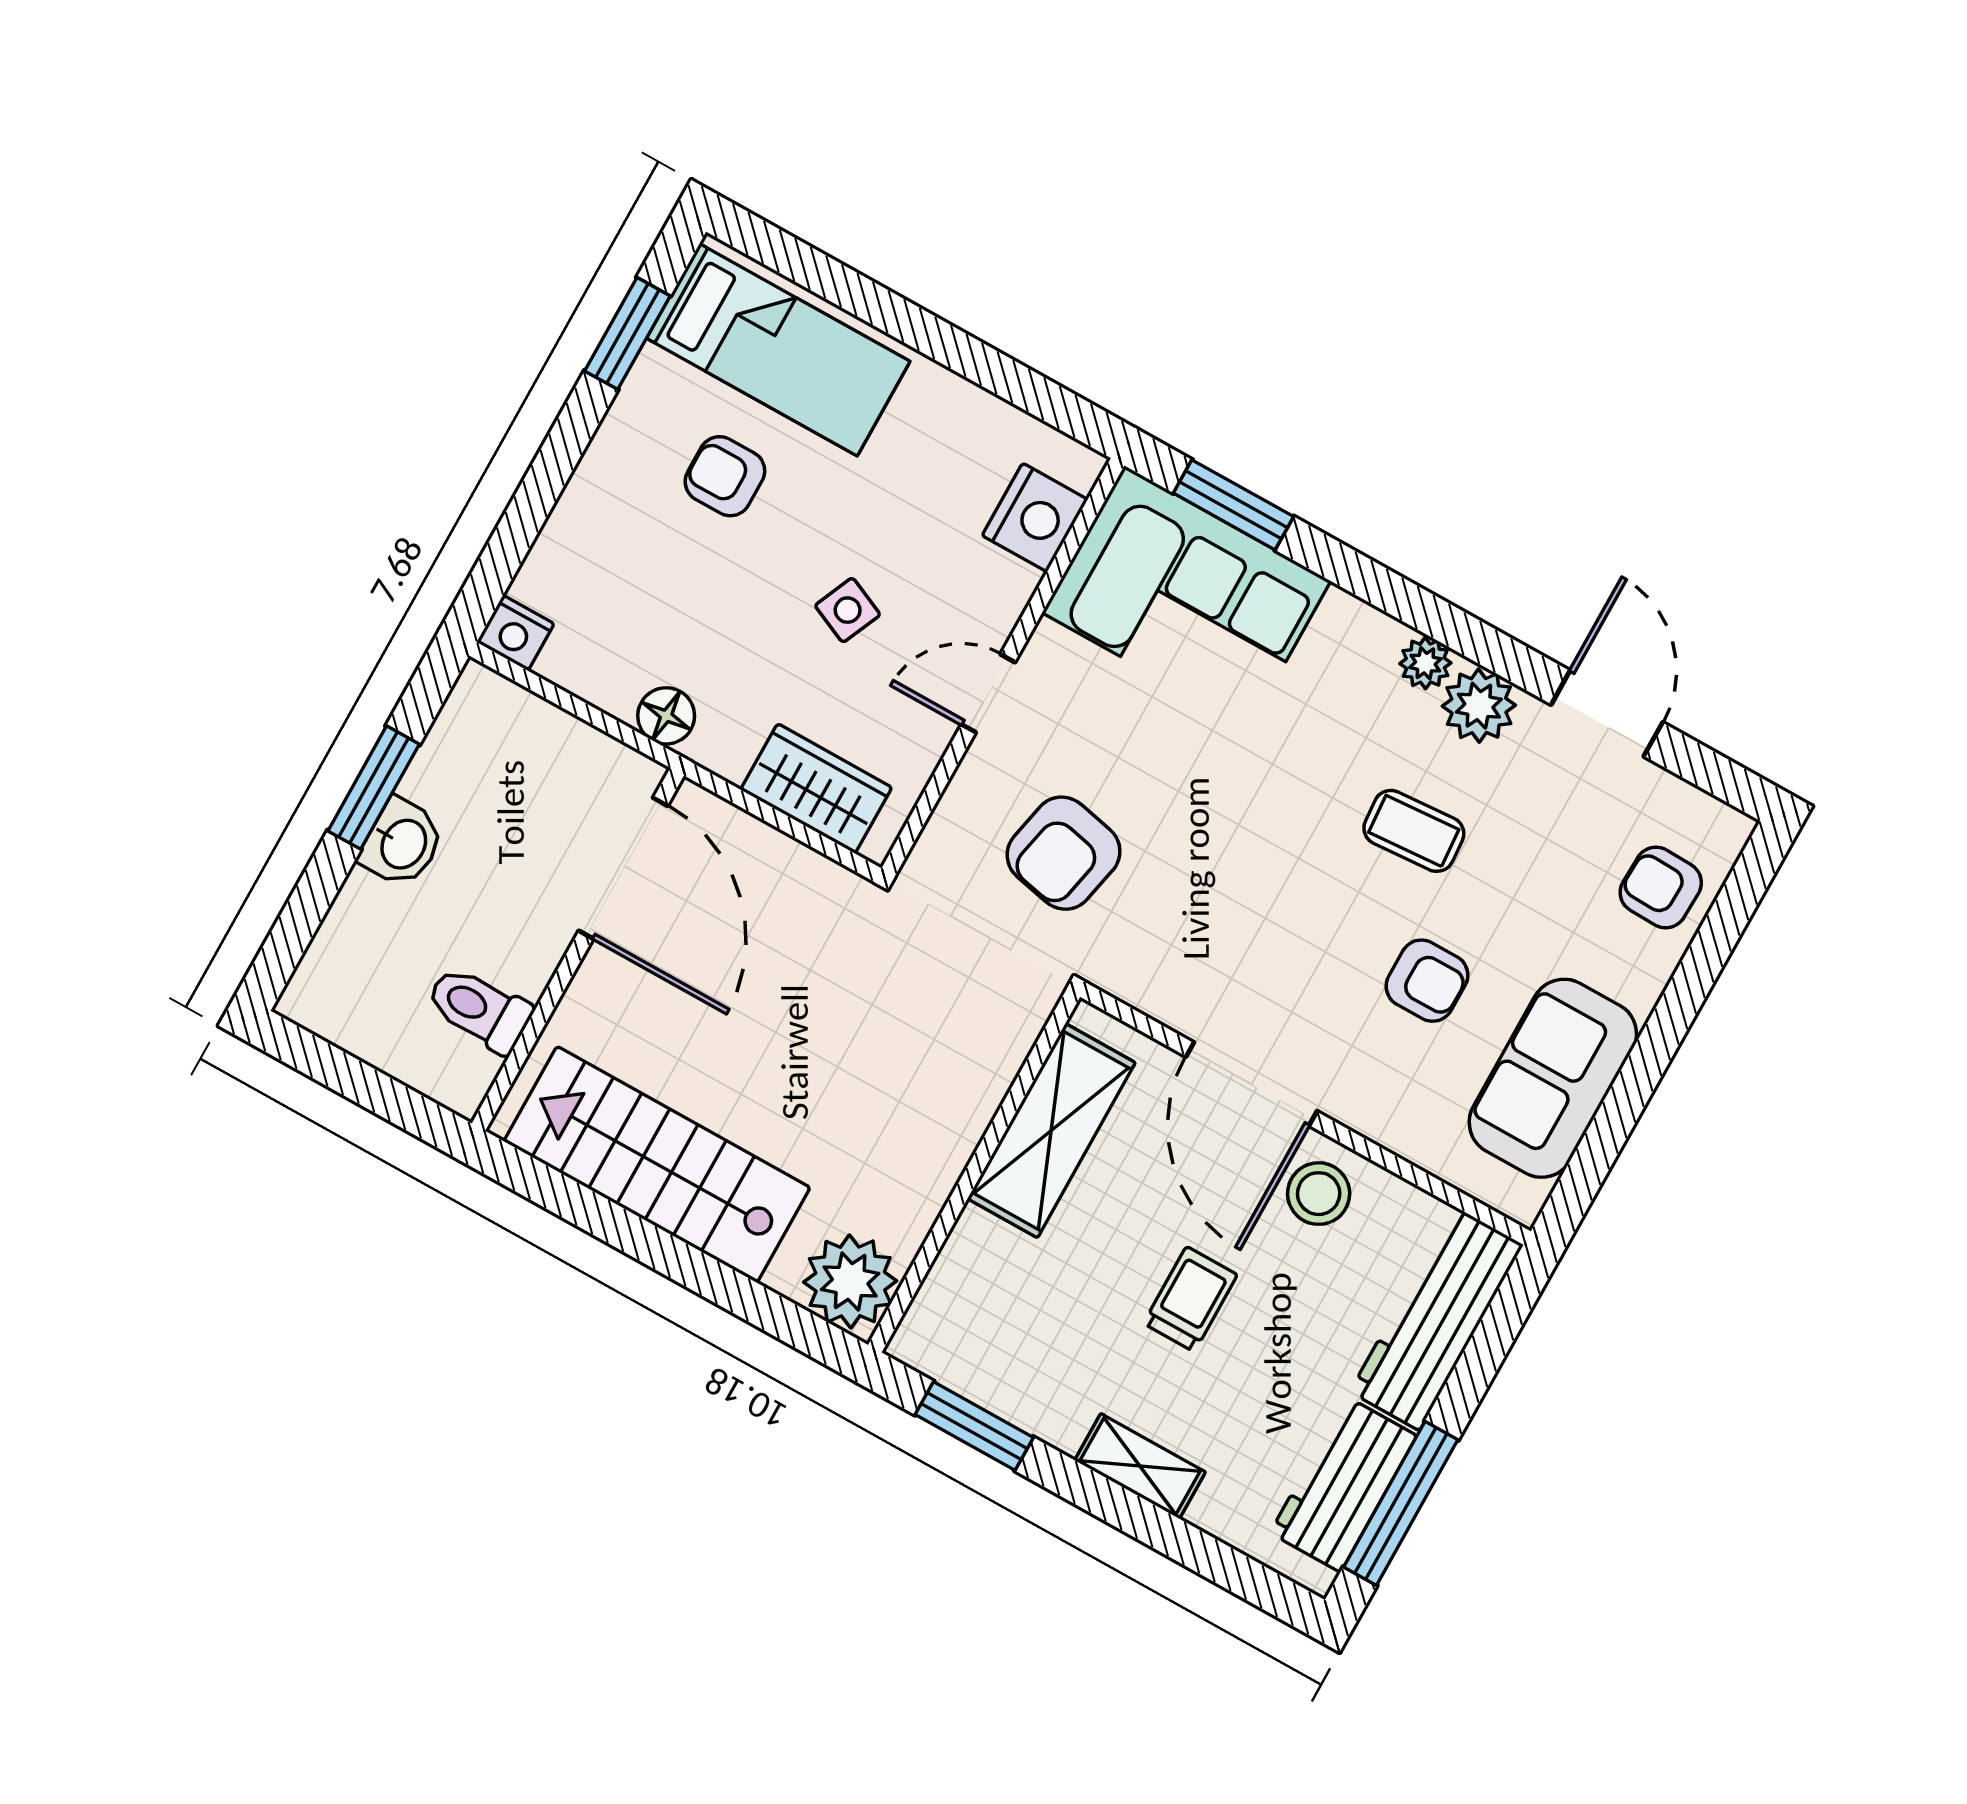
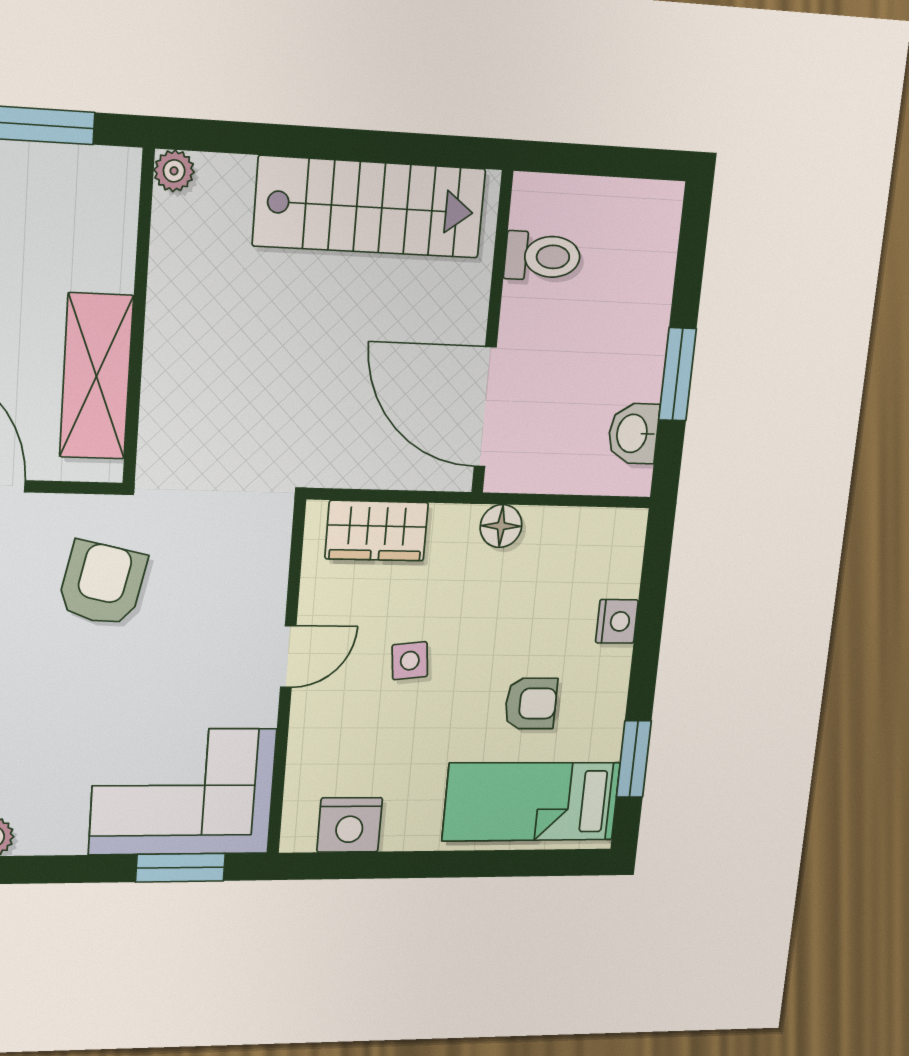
nightstand: (1035, 517) -> (350, 825), moved, turned -90
side table: (848, 610) -> (410, 661), turned -30
nightstand: (515, 633) -> (617, 621), moved, turned 90
washbasin: (402, 843) -> (633, 433), moved
armchair: (1064, 853) -> (102, 584), moved
plant: (850, 1281) -> (174, 171), width x0.53, depth x0.53

